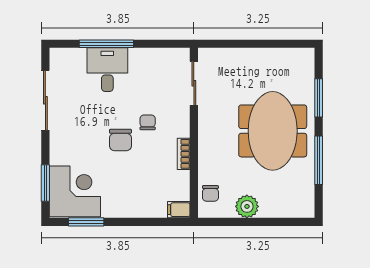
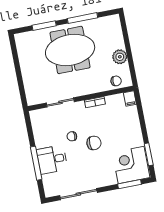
sliding door: (194, 83) -> (60, 102), moved
chair: (148, 122) -> (72, 136), moved

